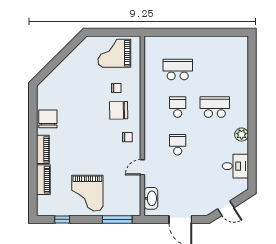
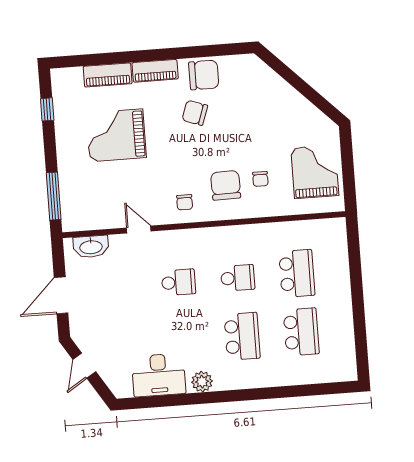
school desk: (215, 69) -> (301, 332), added
chair: (71, 126) -> (195, 113), added
desk: (235, 166) -> (159, 375), width x1.37
grand piano: (87, 193) -> (116, 135), moved

